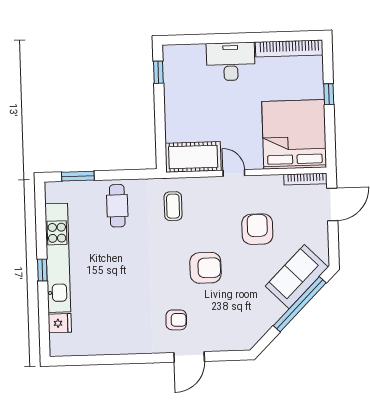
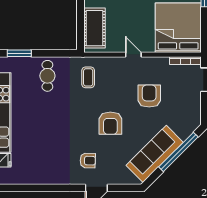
cot: (193, 157) -> (94, 28), moved, turned 90
armchair: (206, 268) -> (110, 123), turned 90
sofa: (297, 277) -> (155, 154), moved, width x1.36

